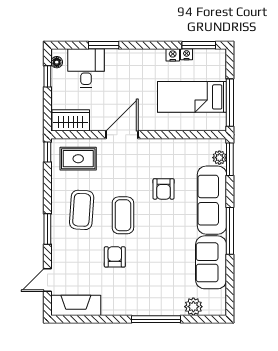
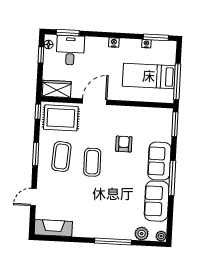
window: (104, 45) -> (68, 33), moved
nightstand: (173, 55) -> (114, 42), moved
plant: (219, 158) -> (161, 236), moved
rug: (78, 159) -> (61, 118), width x1.36, depth x1.43
armchair: (164, 189) -> (124, 144), turned 180
sofa: (212, 200) -> (159, 161), width x0.73
window: (47, 229) -> (36, 154), moved
armchair: (115, 257) -> (84, 193), removed
door: (47, 280) -> (33, 197), moved

